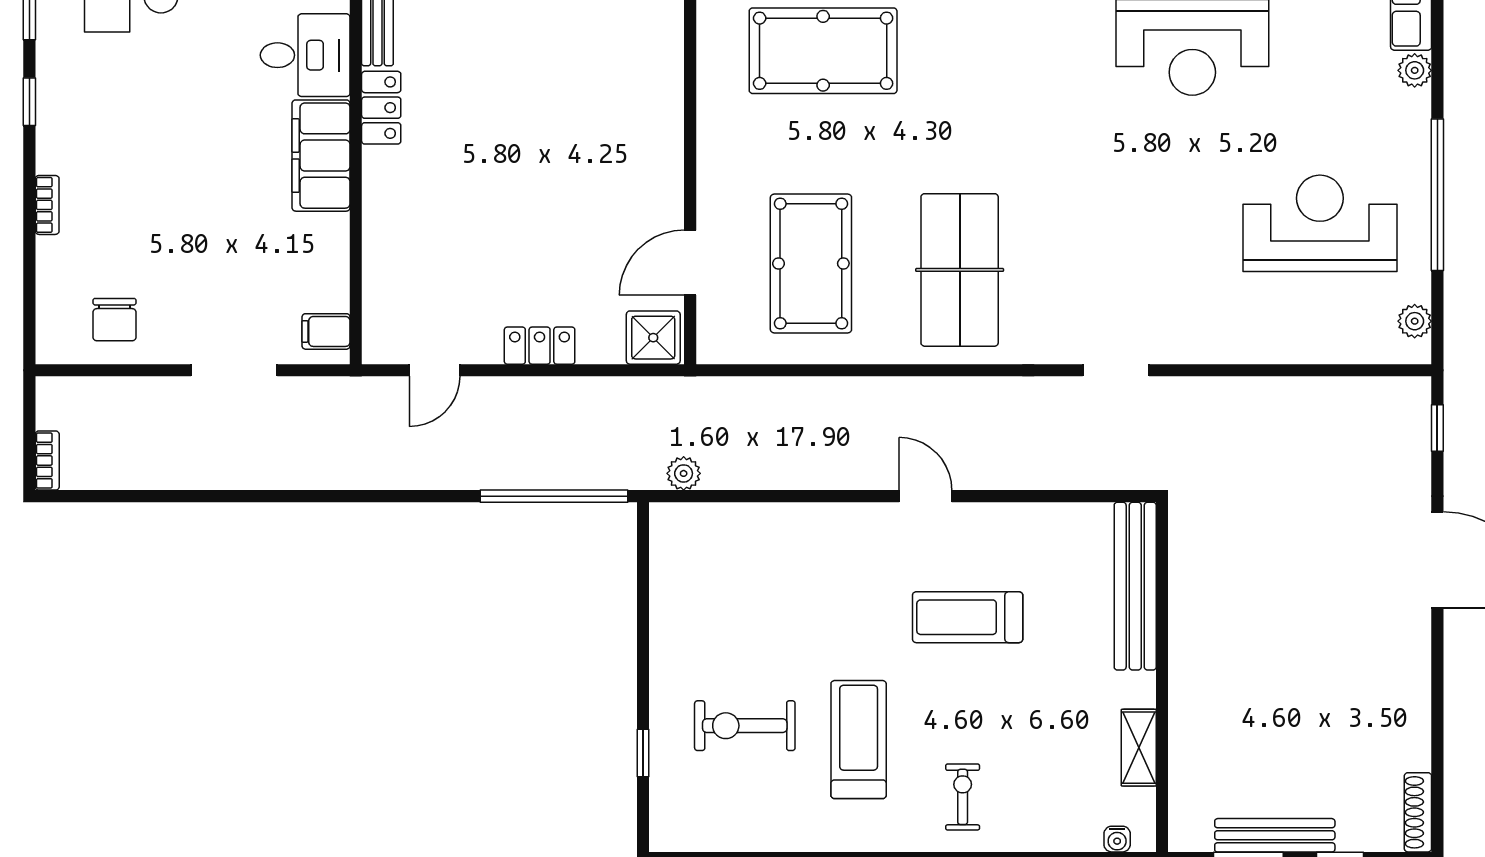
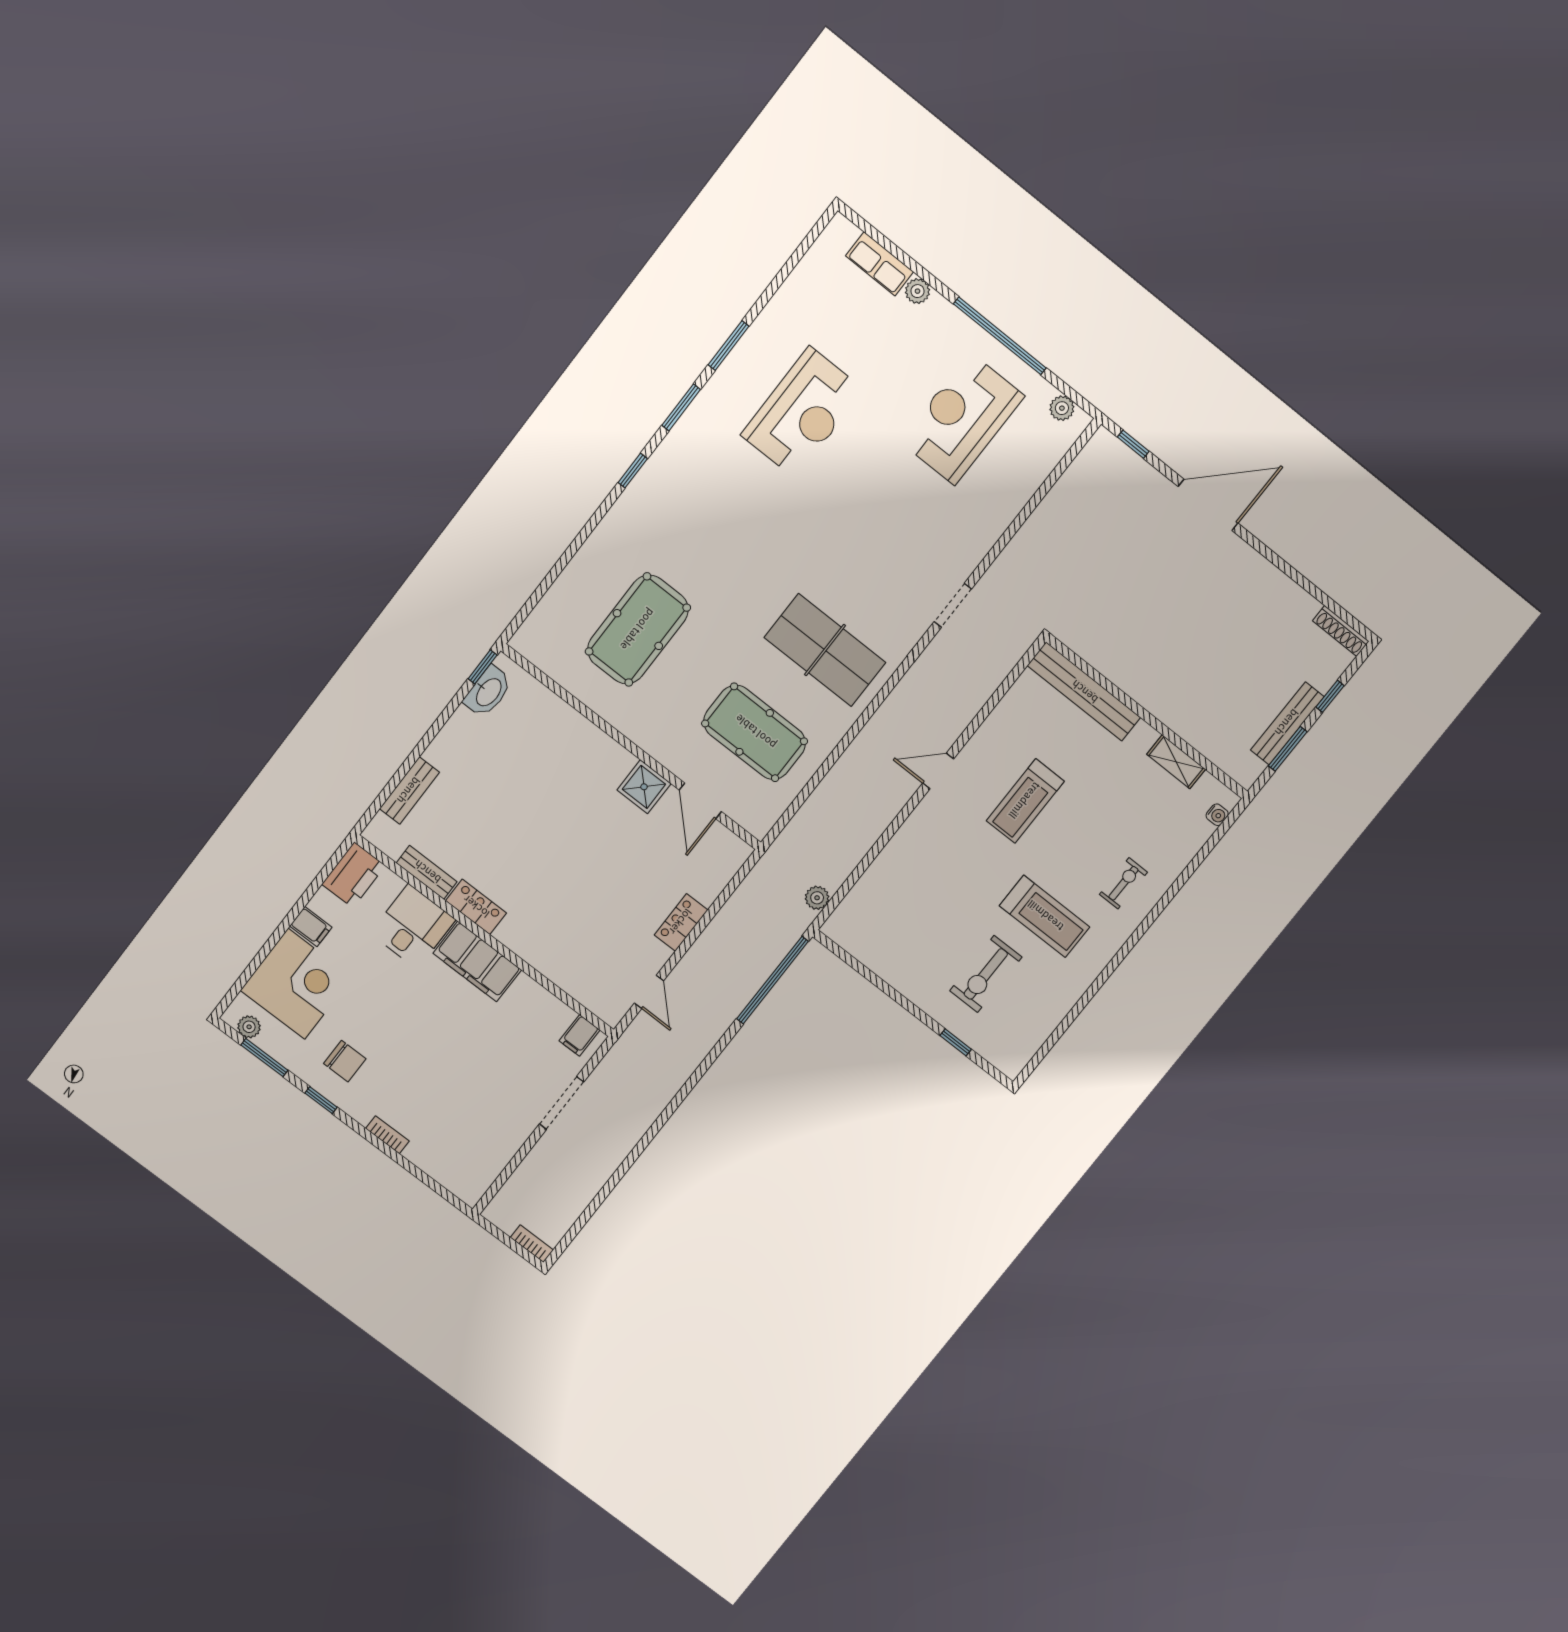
chair: (115, 320) -> (345, 1061), moved
shower: (653, 338) -> (644, 787), moved
treadmill: (859, 740) -> (1045, 916), turned 180
exercise bike: (963, 797) -> (1123, 883), turned 90

